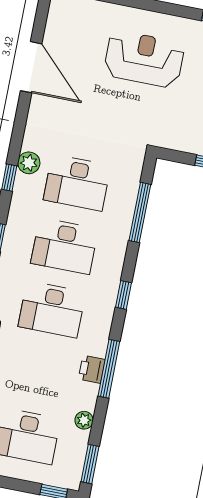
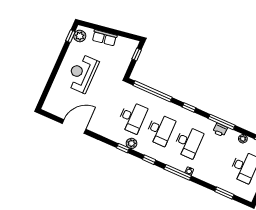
plant: (29, 163) -> (131, 143), moved
window: (140, 212) -> (153, 91), width x1.46

